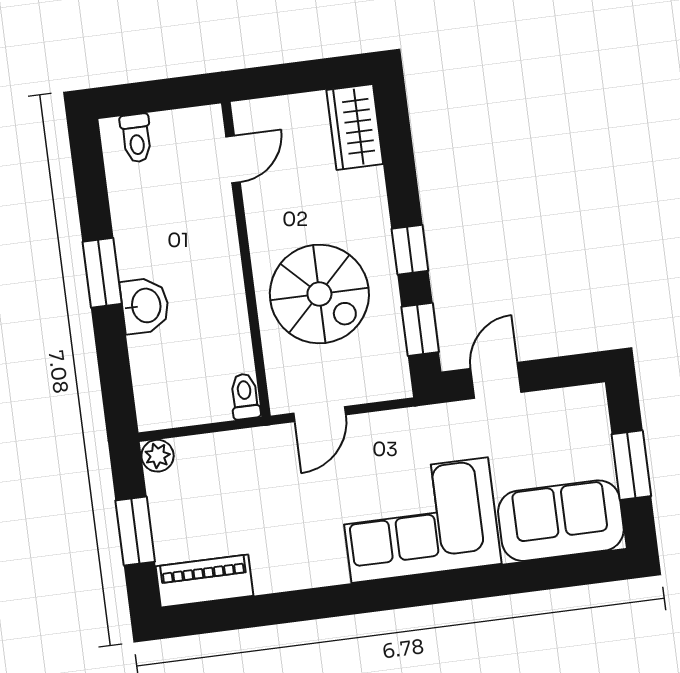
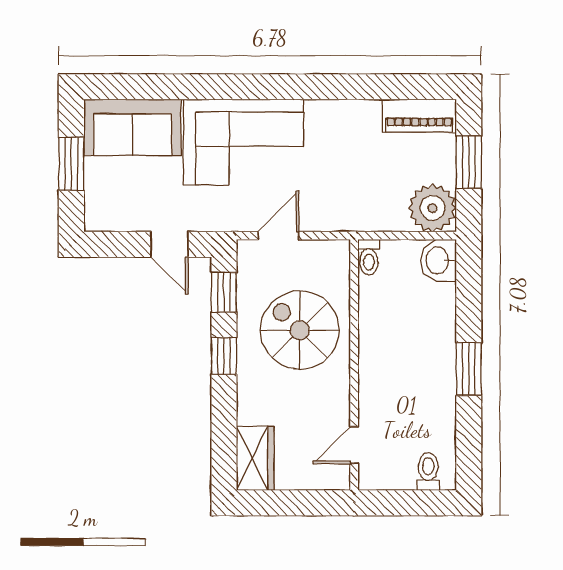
washbasin: (145, 306) -> (438, 261), moved
door: (496, 380) -> (169, 244), hinge flipped
door: (320, 414) -> (278, 236), moved
plant: (158, 456) -> (432, 208), width x1.87, depth x1.87

